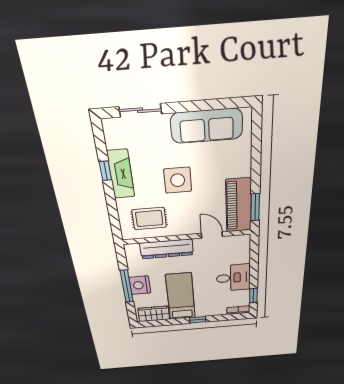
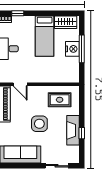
dresser: (167, 249) -> (51, 76), removed
window: (198, 320) -> (18, 13), moved

